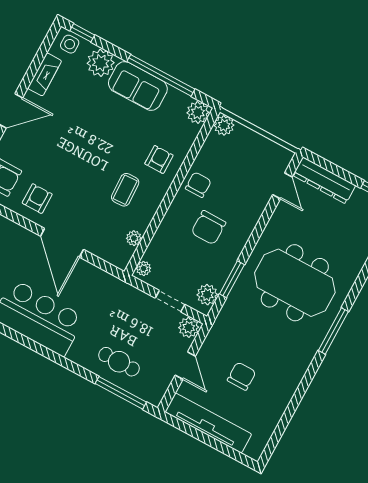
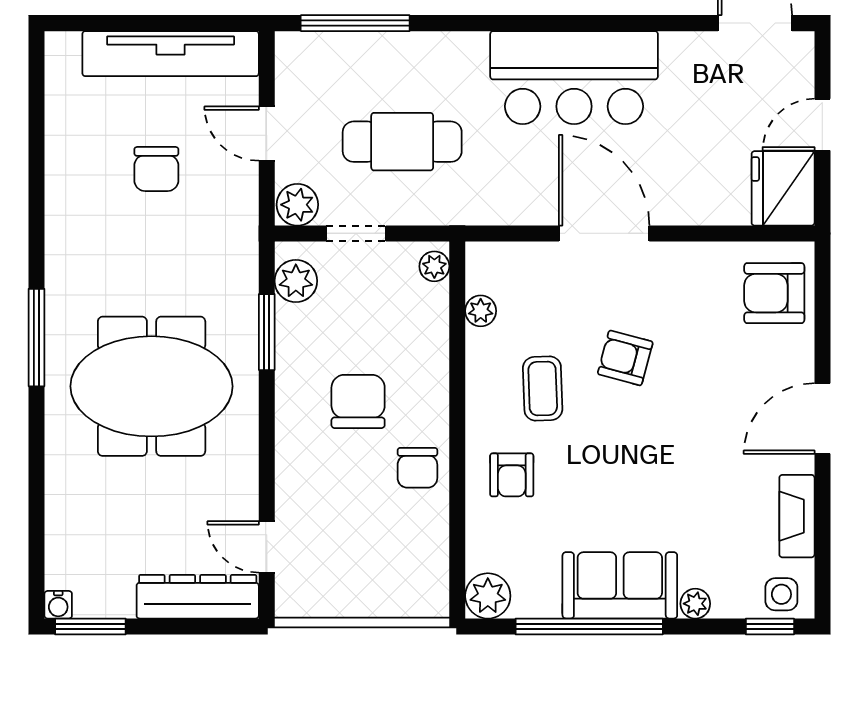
plant: (101, 63) -> (695, 604), width x0.53, depth x0.53
plant: (224, 125) -> (429, 598), removed
armchair: (37, 199) -> (625, 358), moved, turned 105
cafe table: (119, 362) -> (402, 142), moved, width x1.37, depth x1.35

